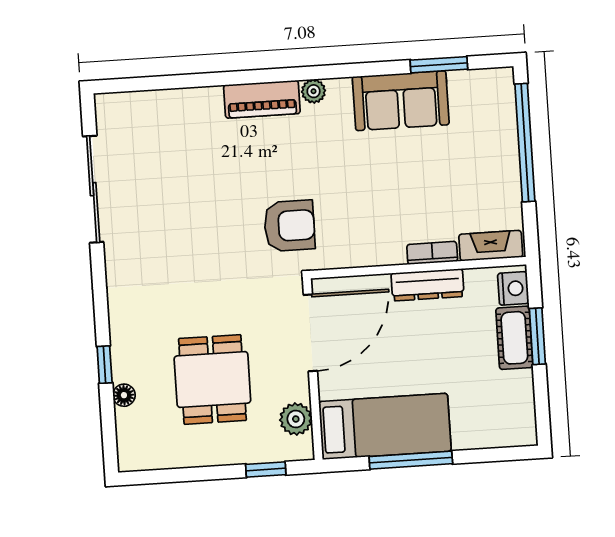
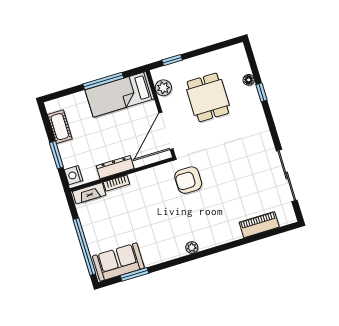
piano: (262, 99) -> (259, 225), moved
sofa: (401, 101) -> (118, 262), moved
cot: (514, 338) -> (60, 127), moved

